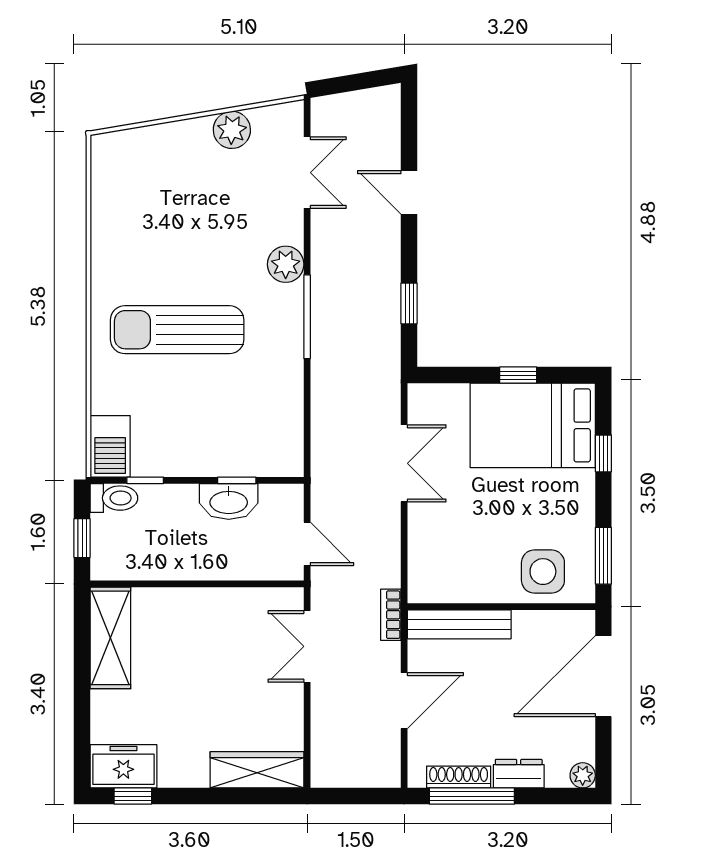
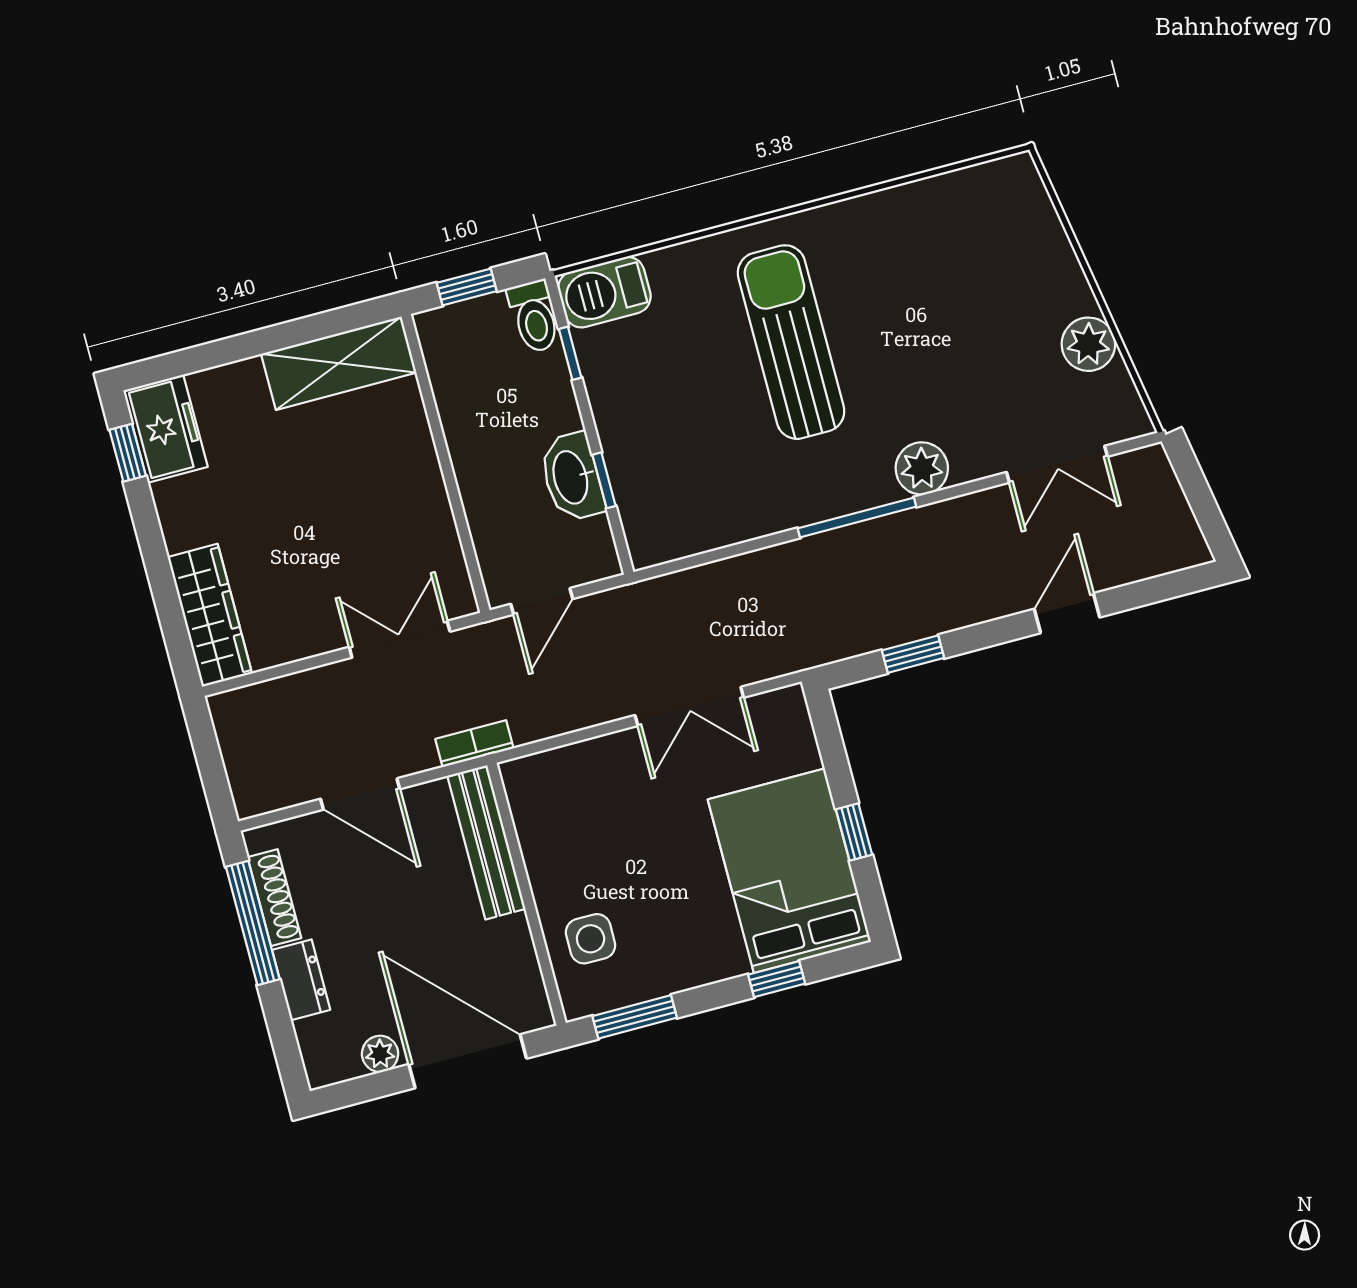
side table: (543, 572) -> (591, 939), width x0.73, depth x0.73
plant: (583, 775) -> (380, 1054), moved

